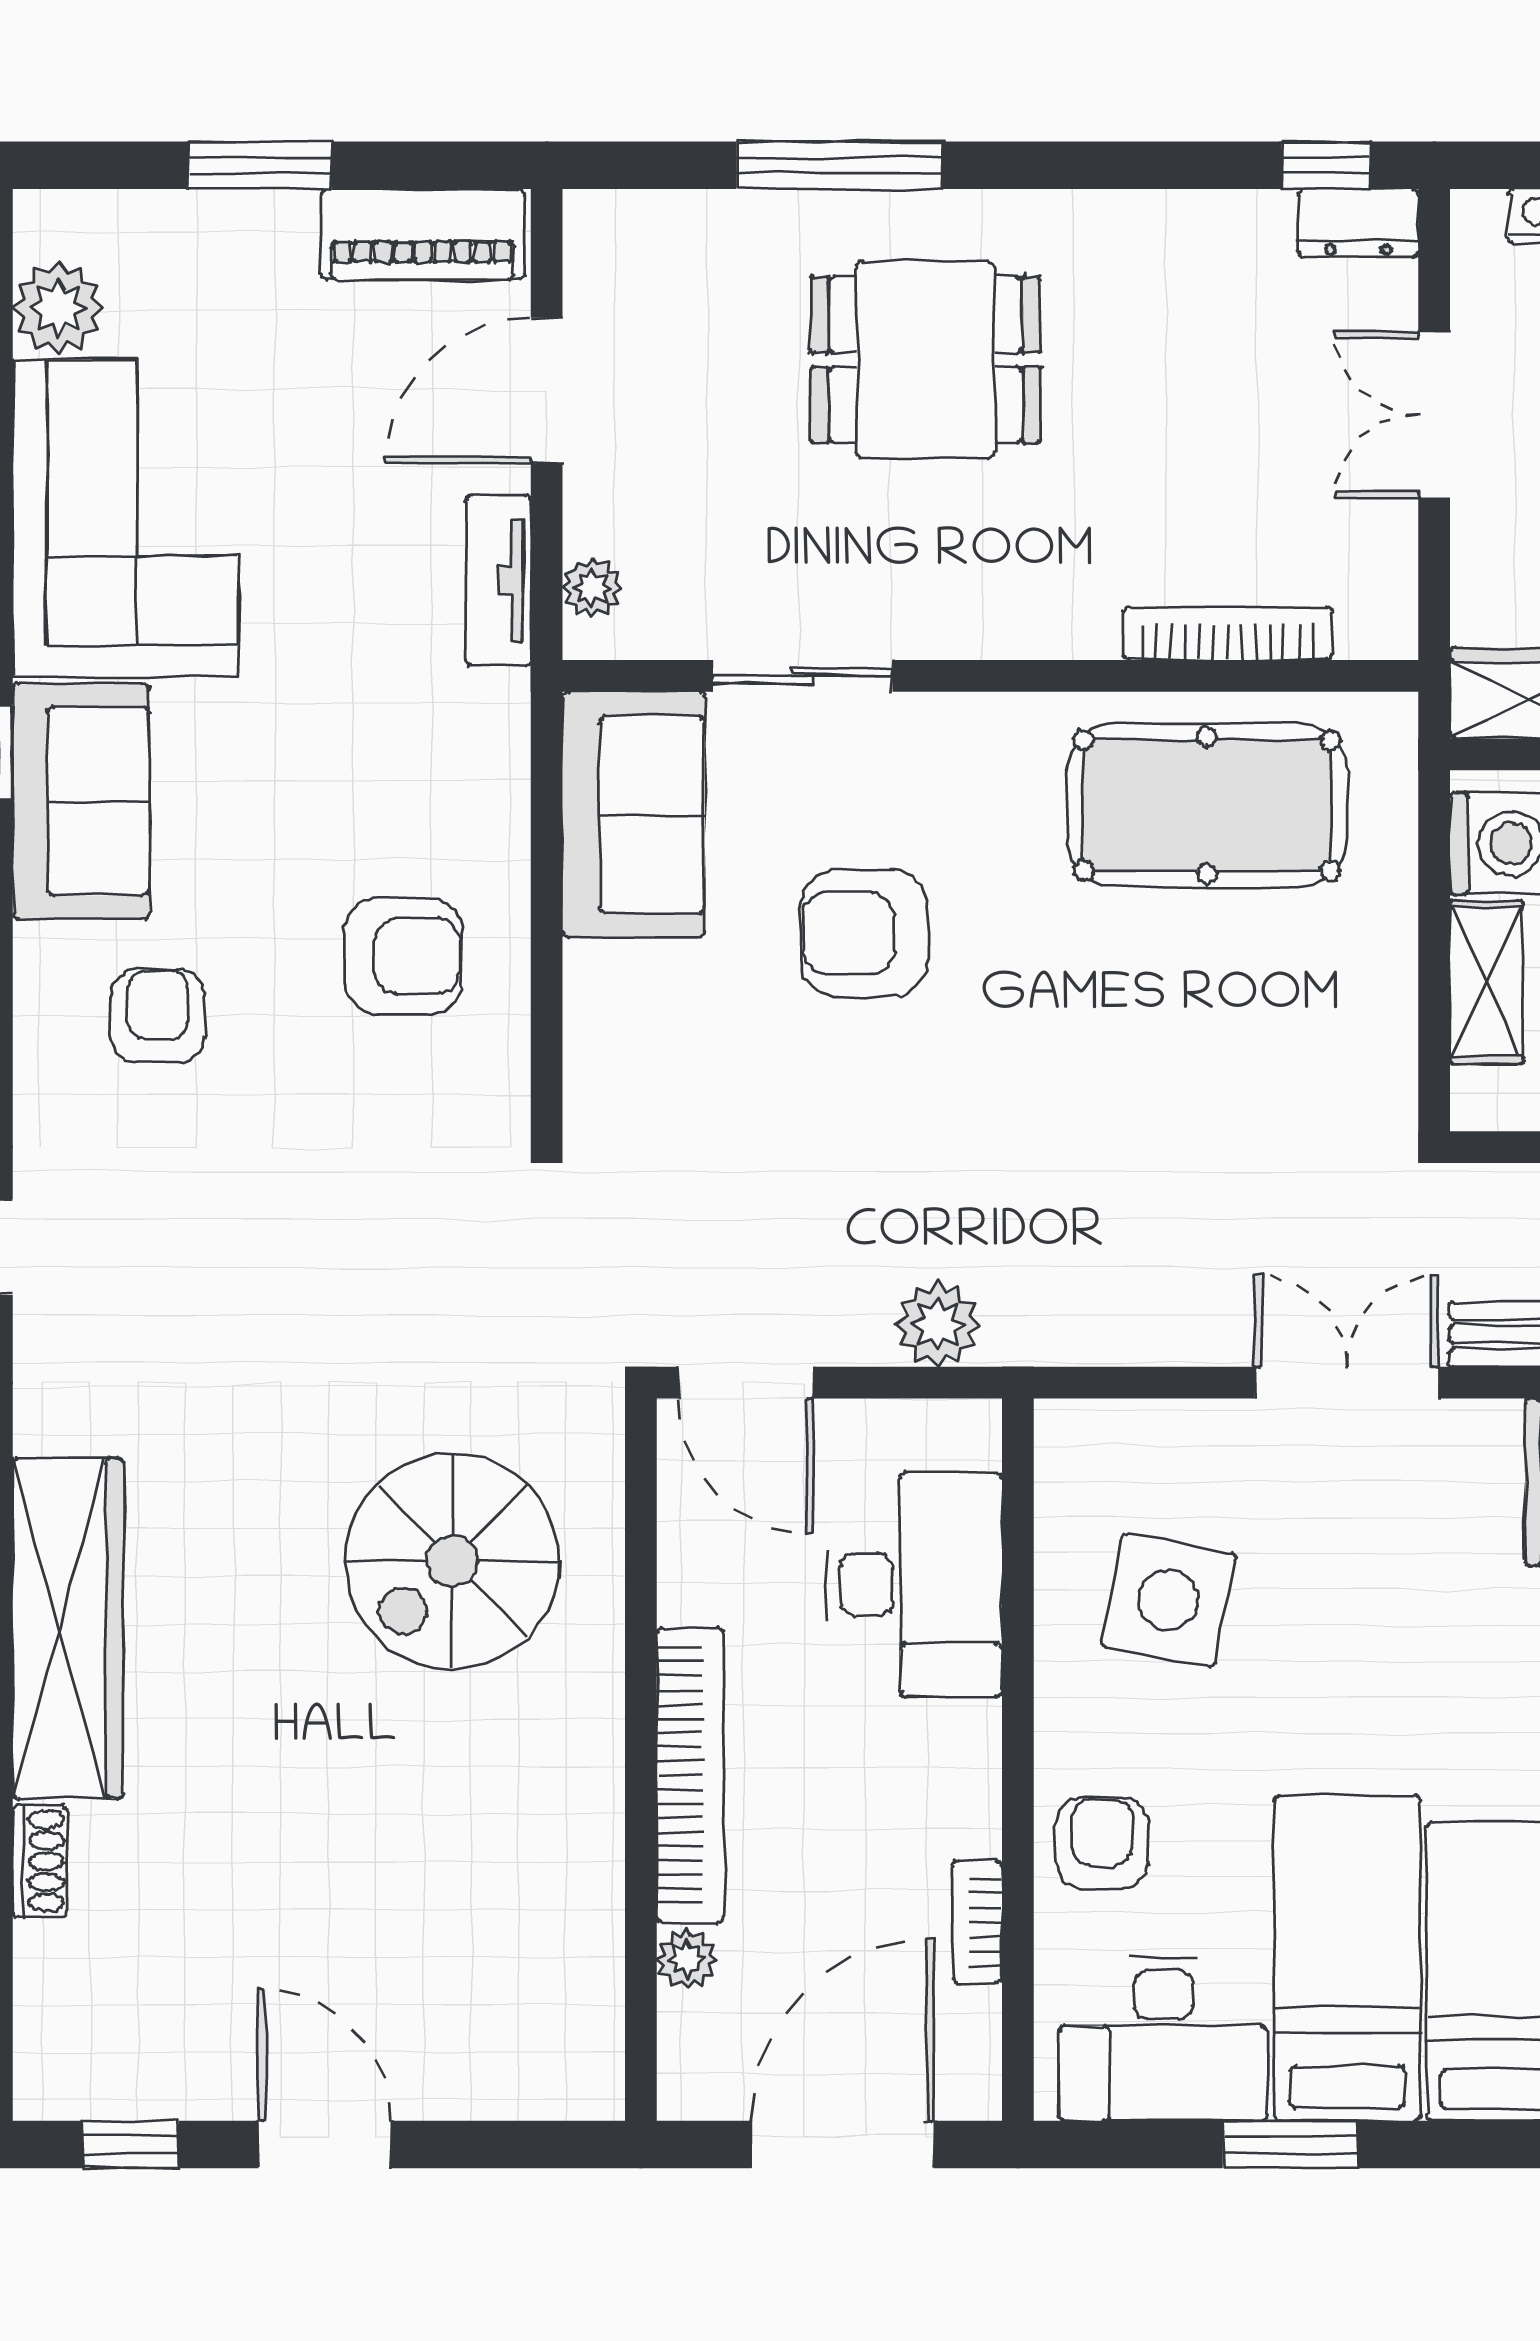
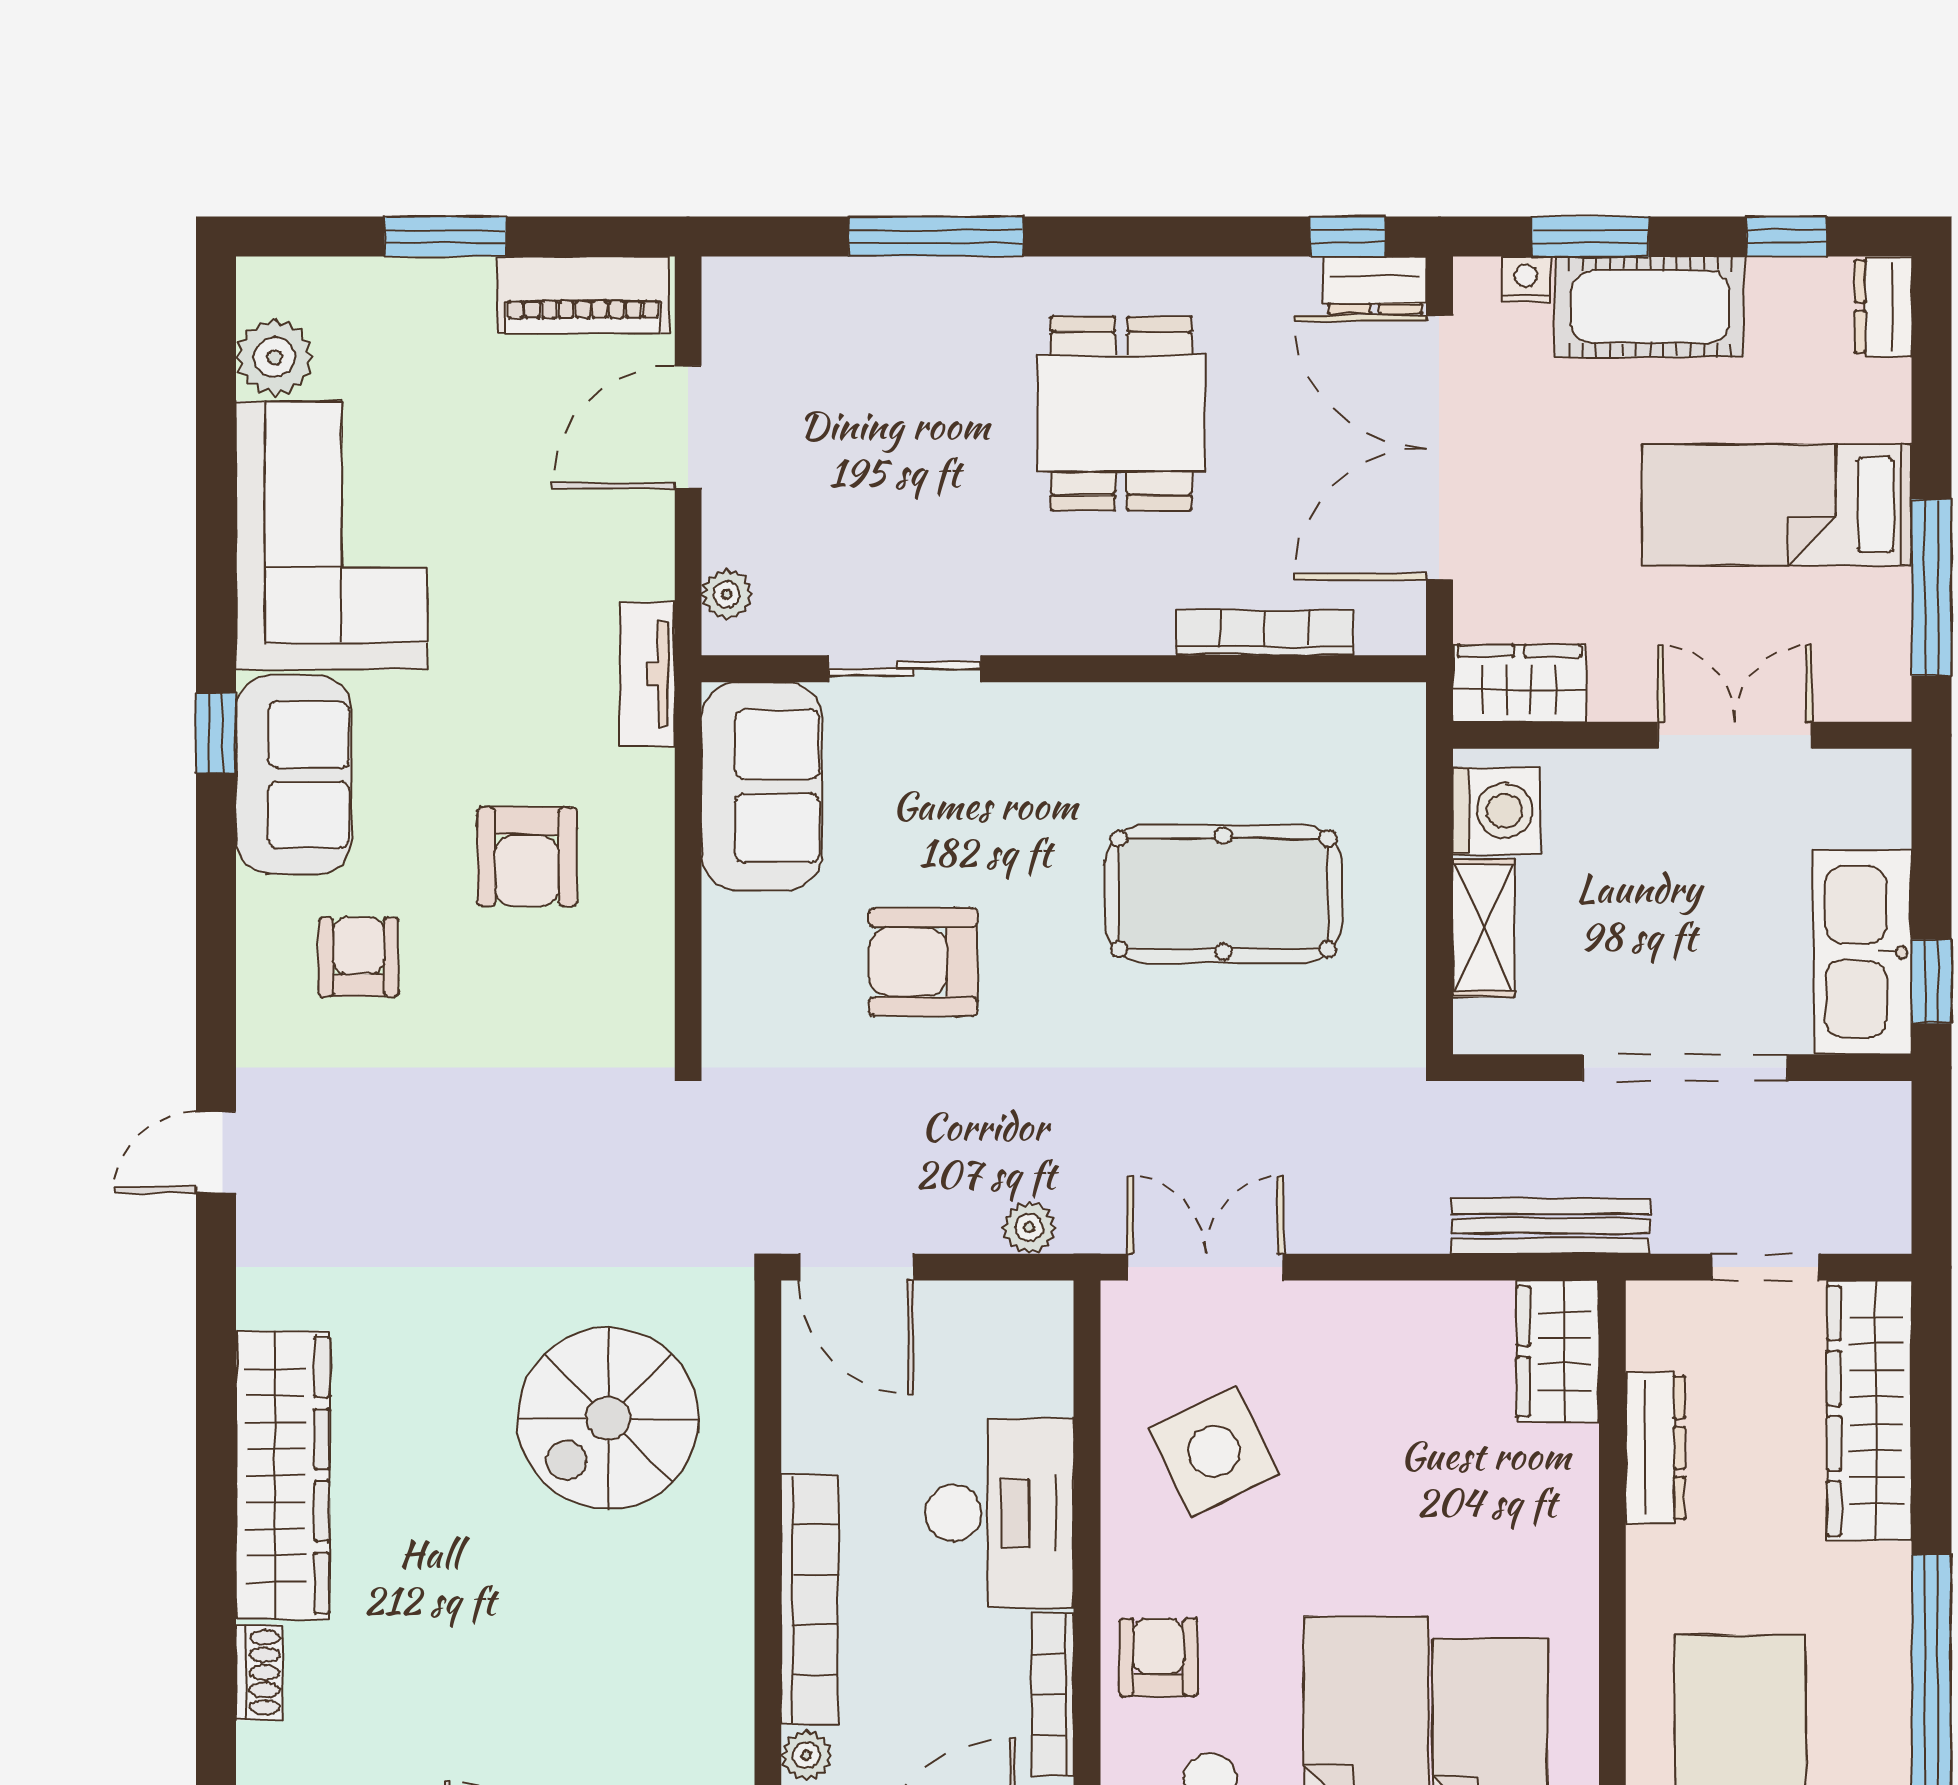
dining table: (926, 360) -> (1121, 414), moved, turned 90
double door: (1434, 414) -> (1439, 447), width x1.87
tv unit: (498, 581) -> (647, 674), moved
pool table: (1207, 805) -> (1223, 894), moved
armchair: (864, 933) -> (923, 962), moved
armchair: (403, 956) -> (527, 857), moved, turned 90
plant: (938, 1324) -> (1029, 1228), width x0.73, depth x0.73
double door: (1346, 1383) -> (1206, 1267), moved
desk: (914, 1585) -> (999, 1513), moved
side table: (1168, 1600) -> (1214, 1451), turned -37
bookcase: (978, 1922) -> (1053, 1695), width x1.56

